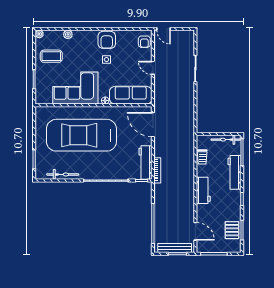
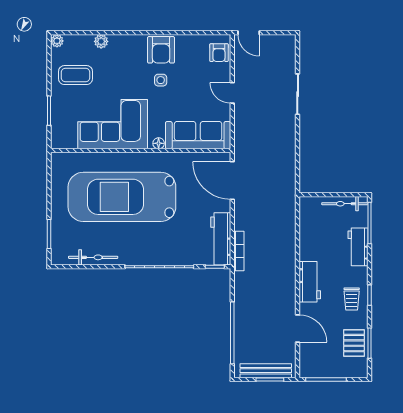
trolley: (202, 157) -> (352, 299), moved
workbench: (235, 172) -> (358, 247), width x0.73
door: (195, 231) -> (298, 329), moved

